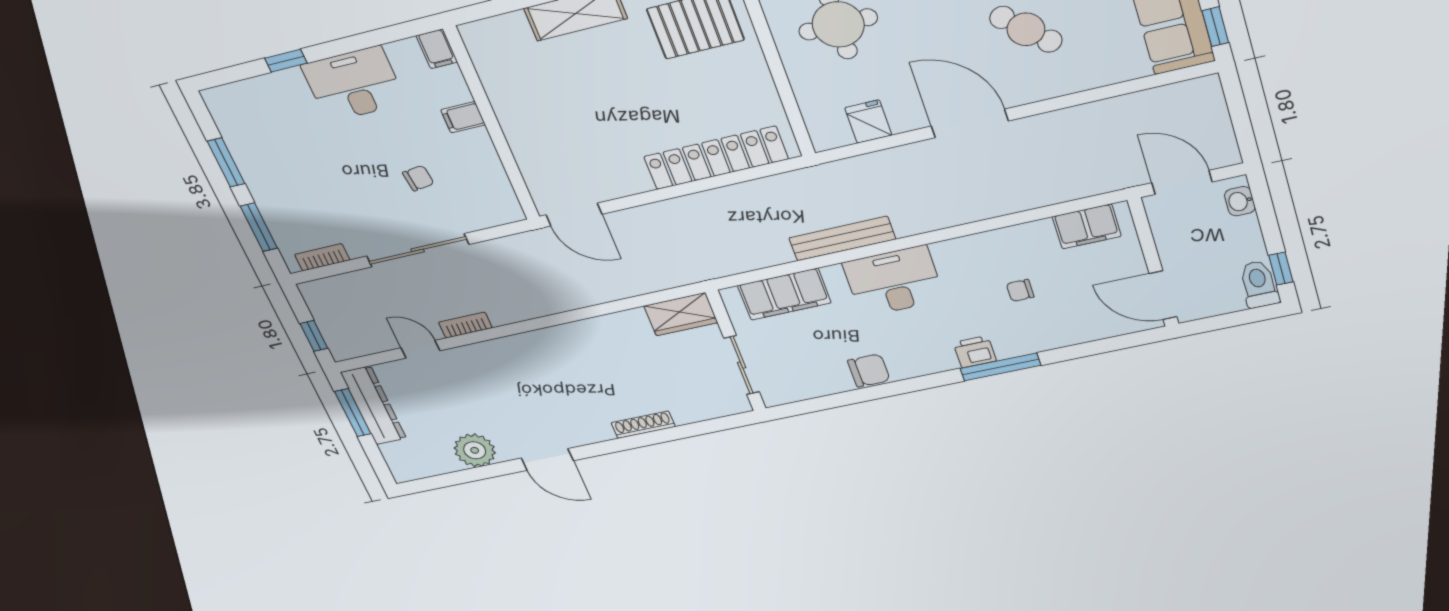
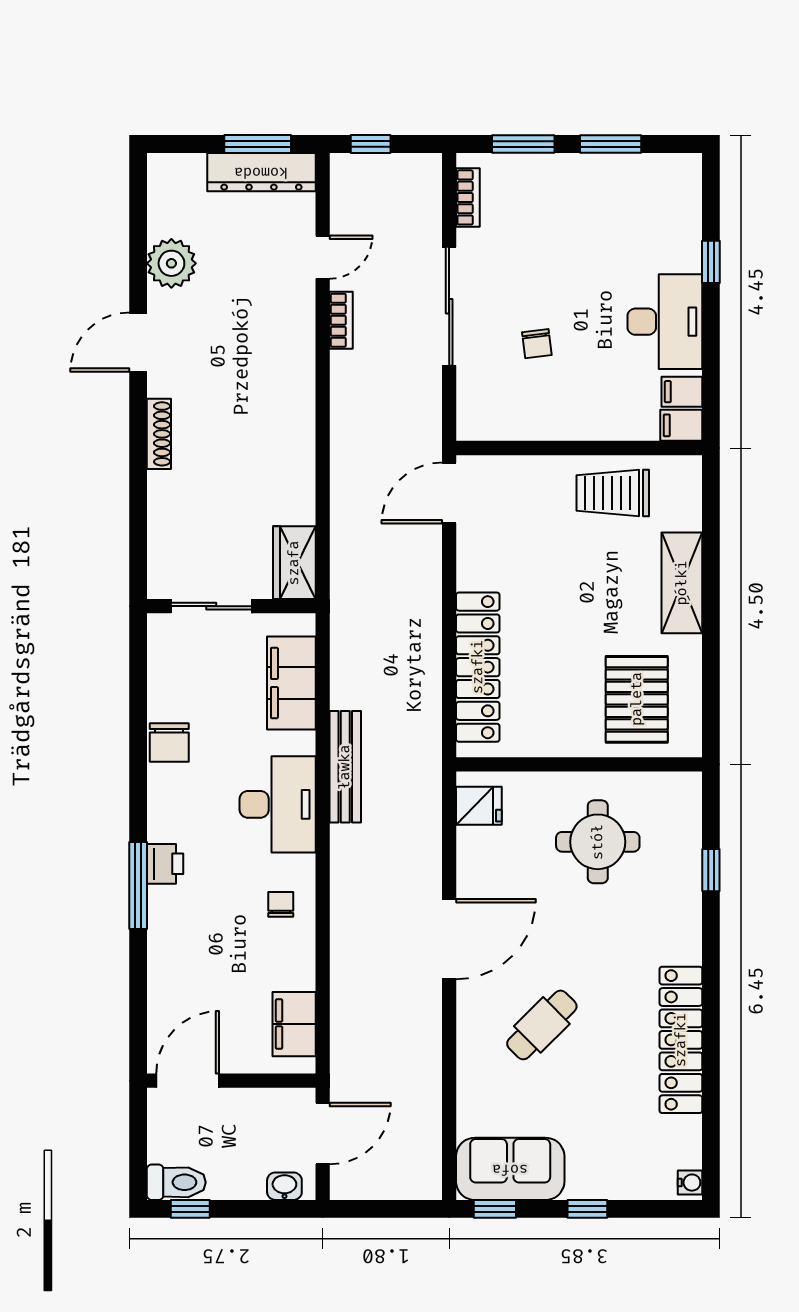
trolley: (520, 89) -> (613, 493), added
filing cabinet: (463, 117) -> (682, 392), moved, turned -90
fridge: (868, 122) -> (479, 806), moved
chair: (1020, 290) -> (281, 904), moved
shoe rack: (643, 425) -> (159, 434), moved

